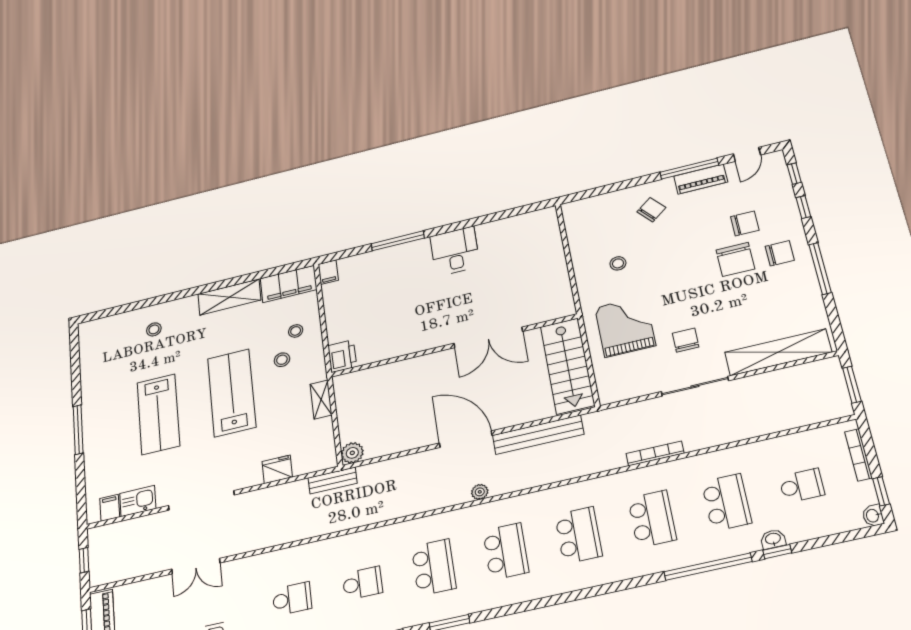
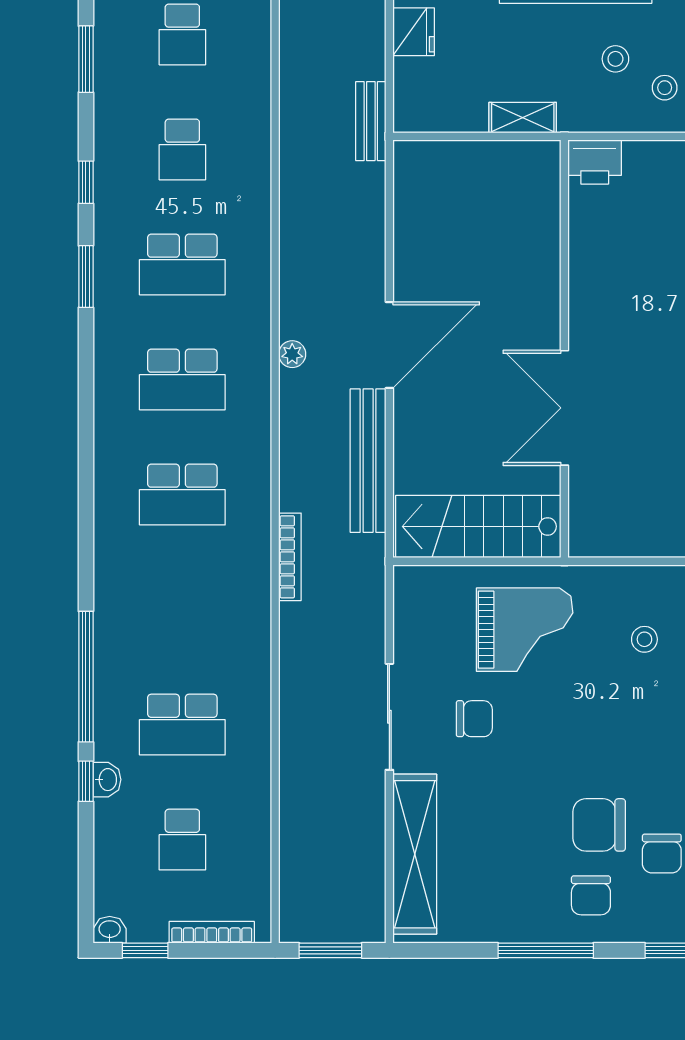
plant: (352, 453) -> (412, 159), removed
bookcase: (655, 453) -> (290, 557), moved
school desk: (652, 519) -> (182, 610), removed

